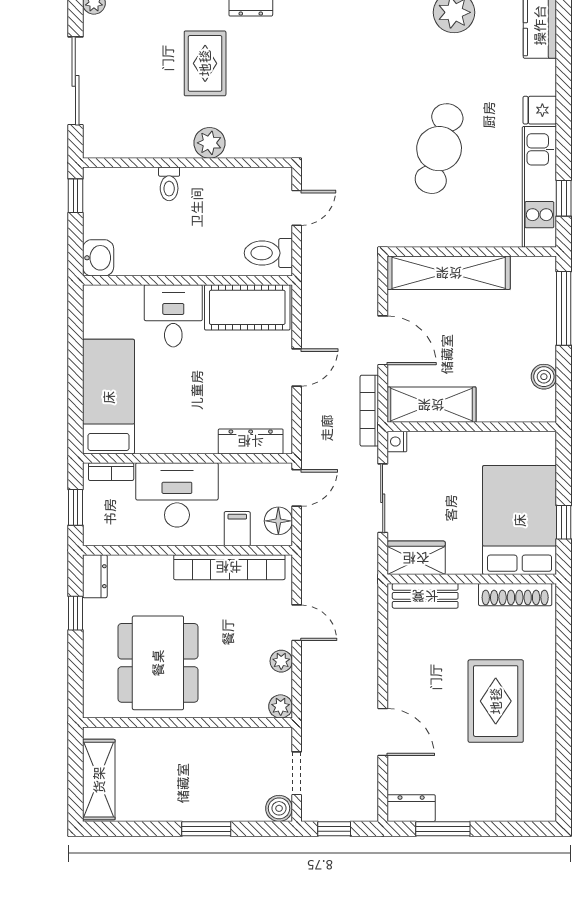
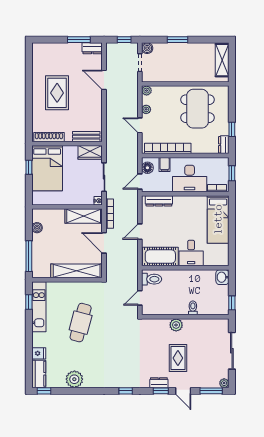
fridge: (540, 110) -> (39, 353), moved

